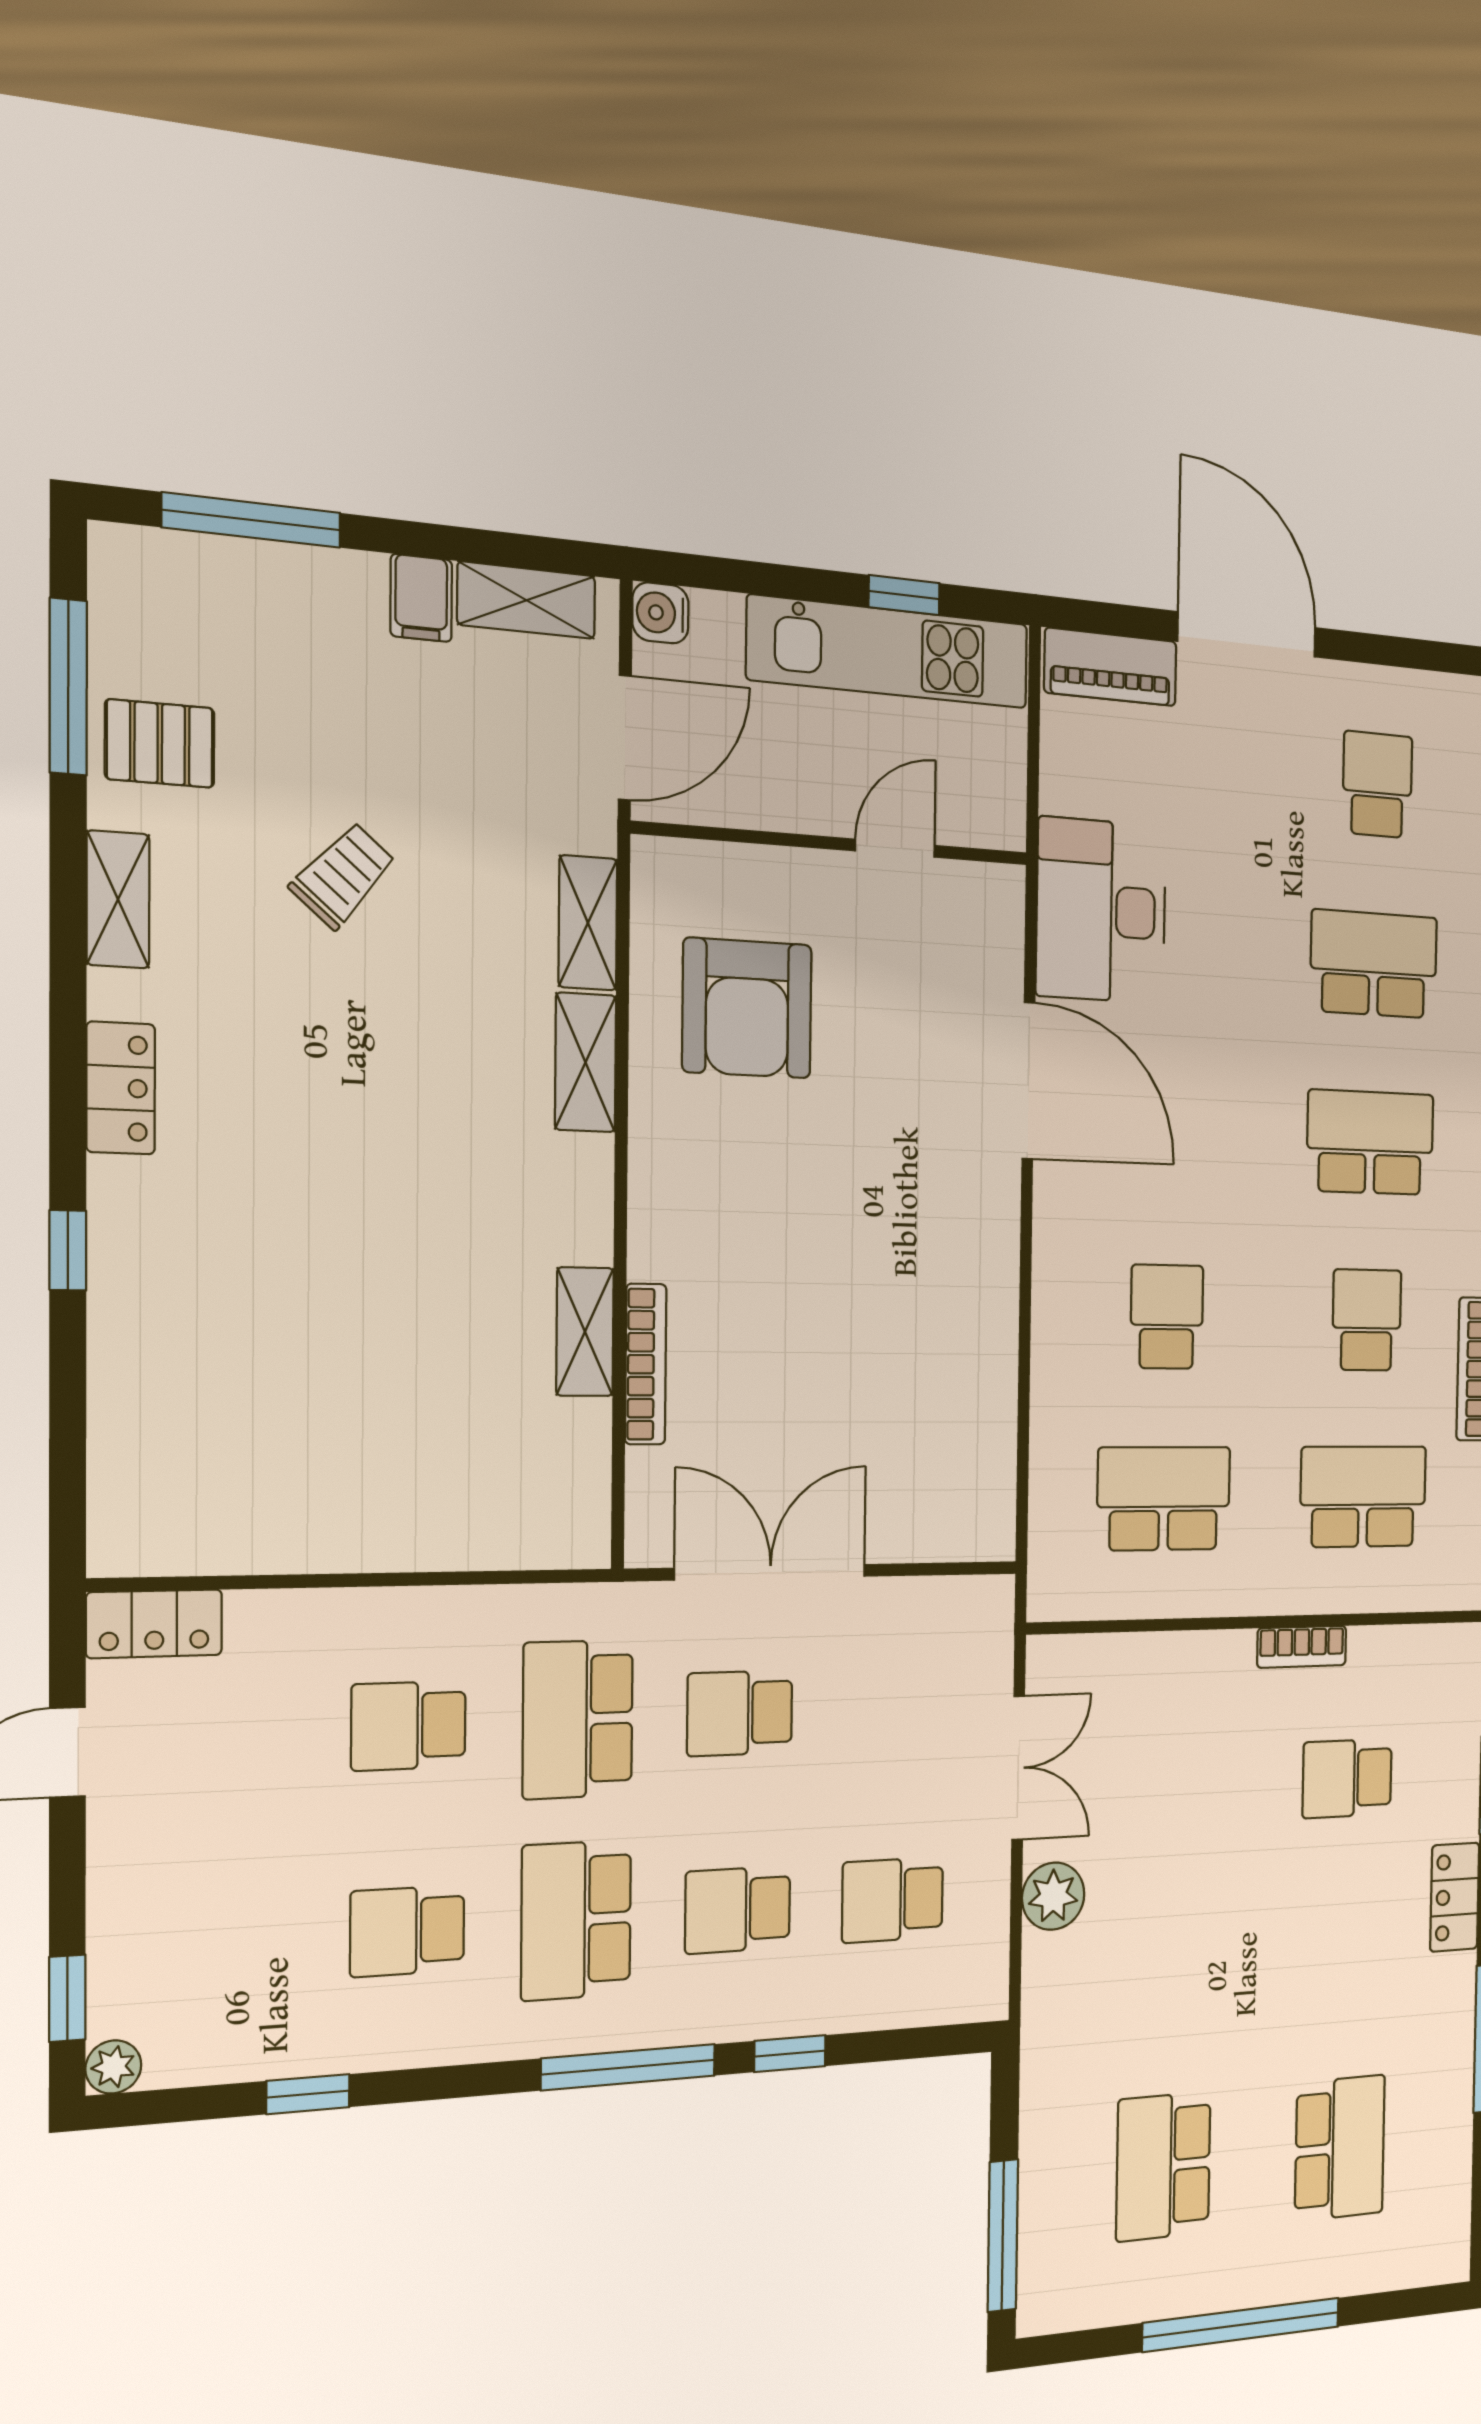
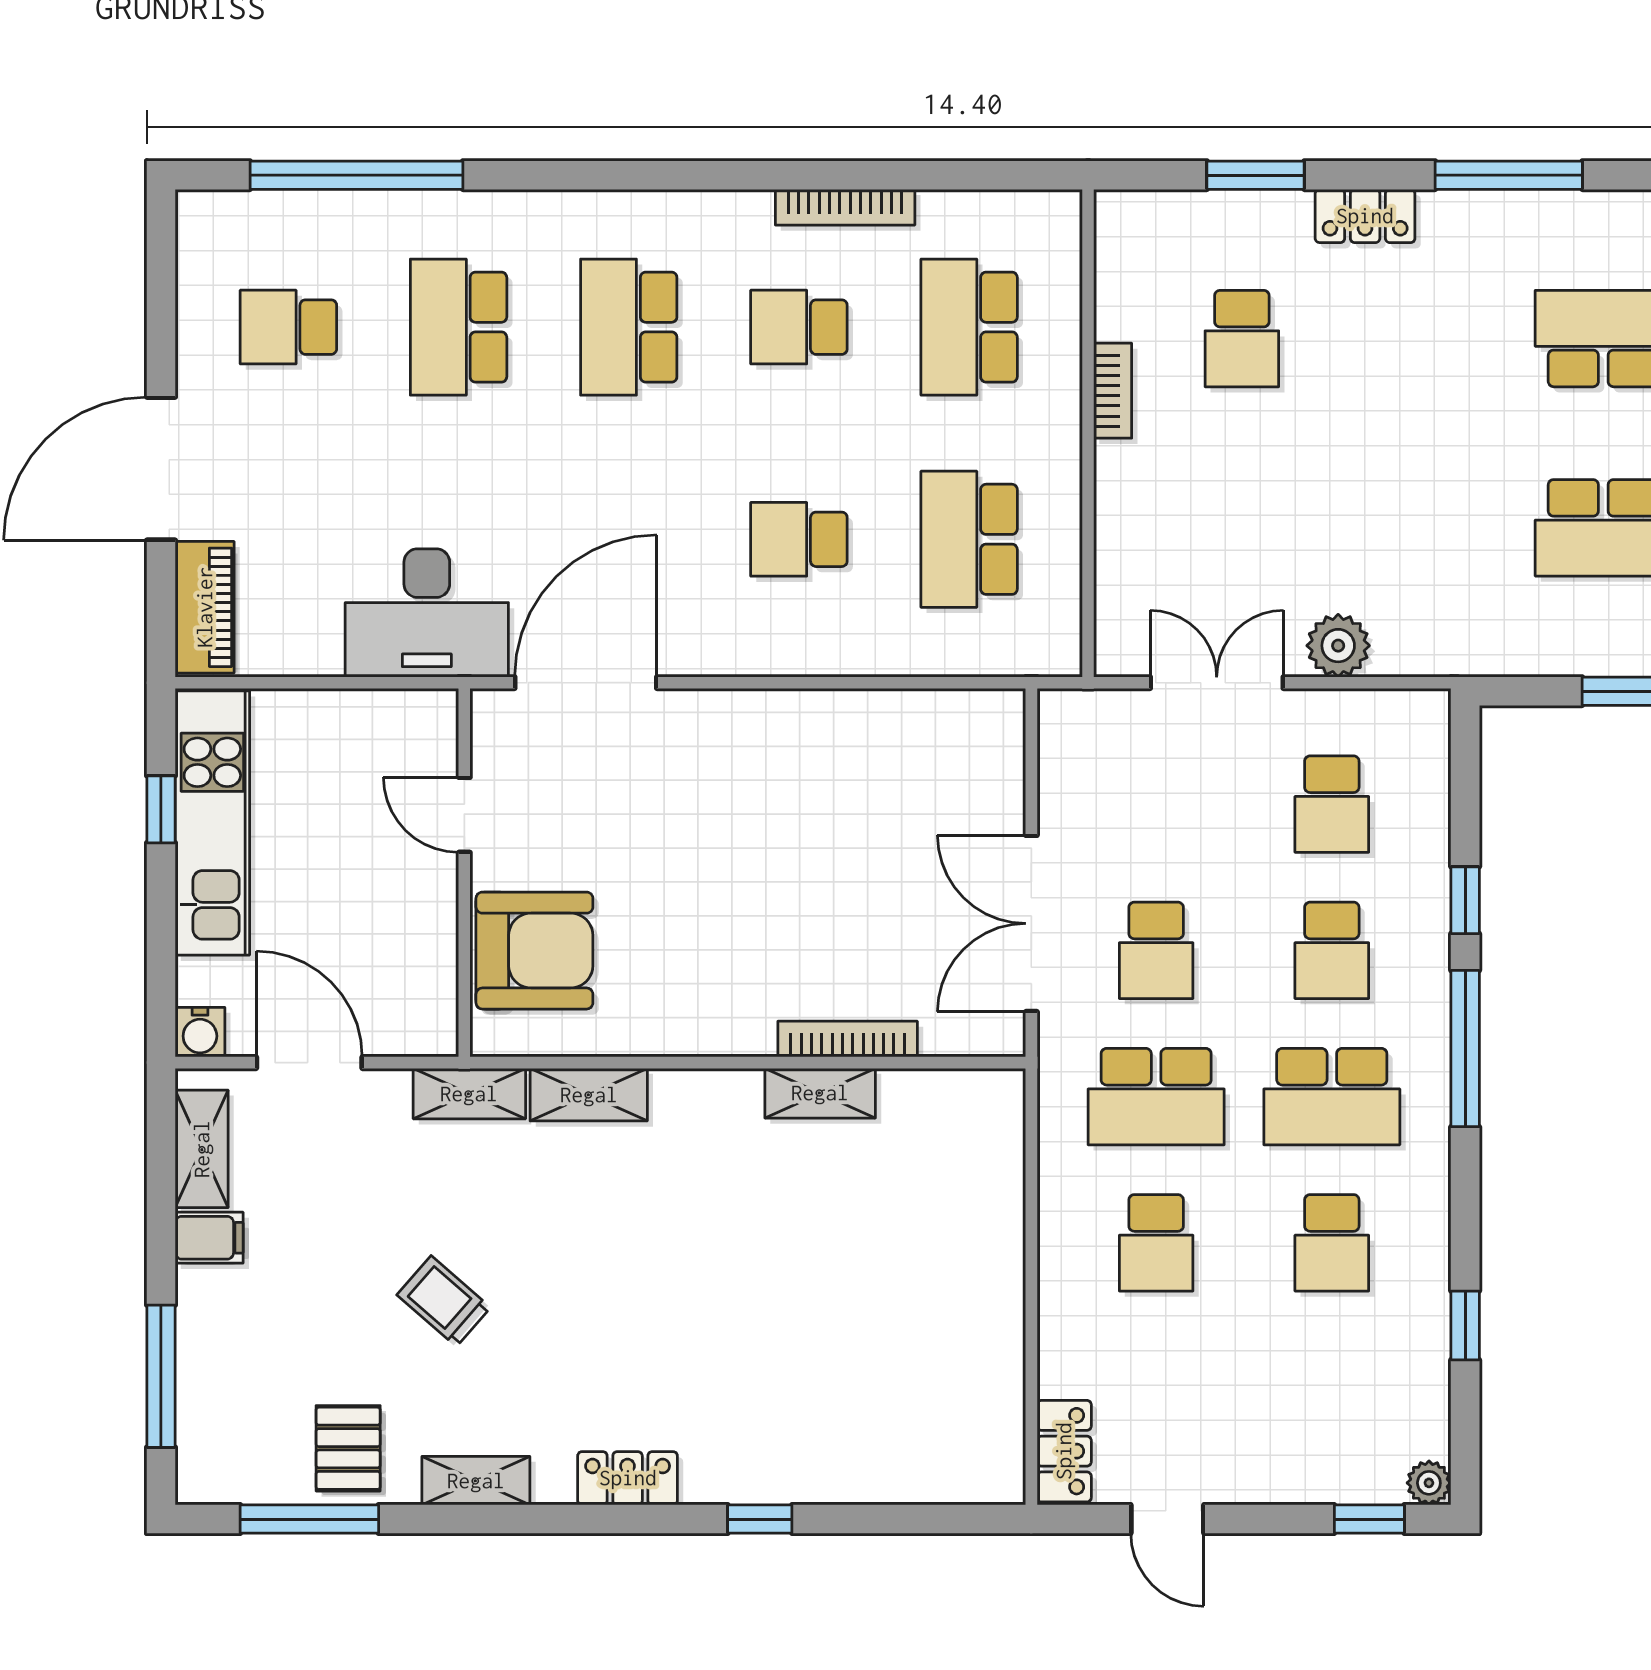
wall: (833, 843) -> (464, 873), moved
door: (895, 848) -> (464, 815), moved

